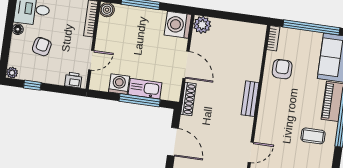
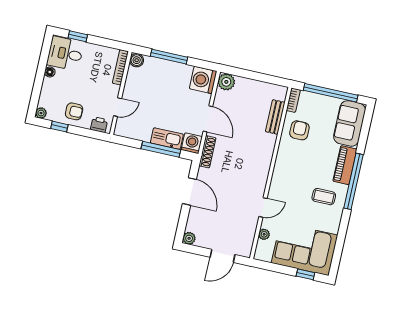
armchair: (42, 47) -> (74, 111), moved, turned 77
washing machine: (119, 84) -> (192, 143), moved
bench: (250, 99) -> (275, 117), moved

